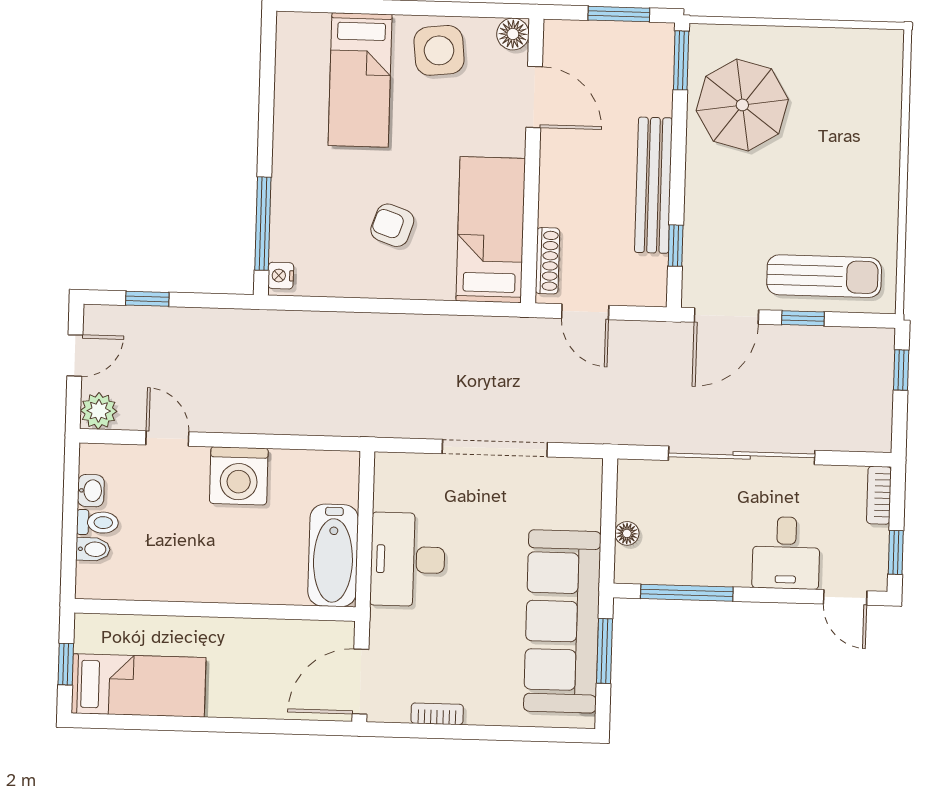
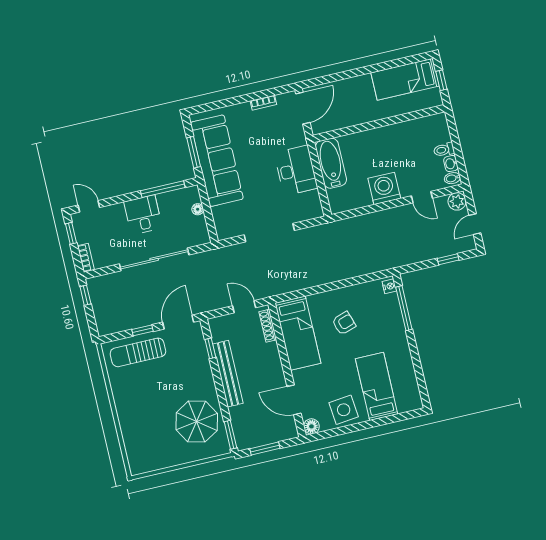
armchair: (392, 225) -> (344, 323), turned -37
window: (901, 370) -> (85, 295), moved
bidet: (93, 549) -> (452, 178), moved
desk: (786, 553) -> (143, 215), moved

